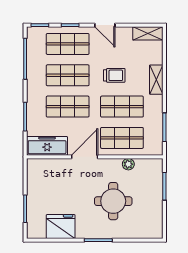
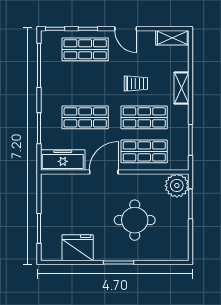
shop shelf: (68, 75) -> (85, 83), removed
plant: (128, 164) -> (177, 186), moved, width x1.88, depth x1.88

